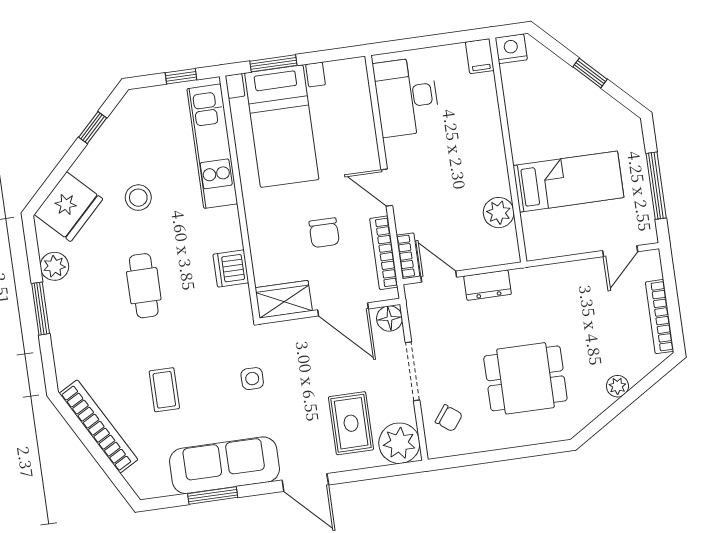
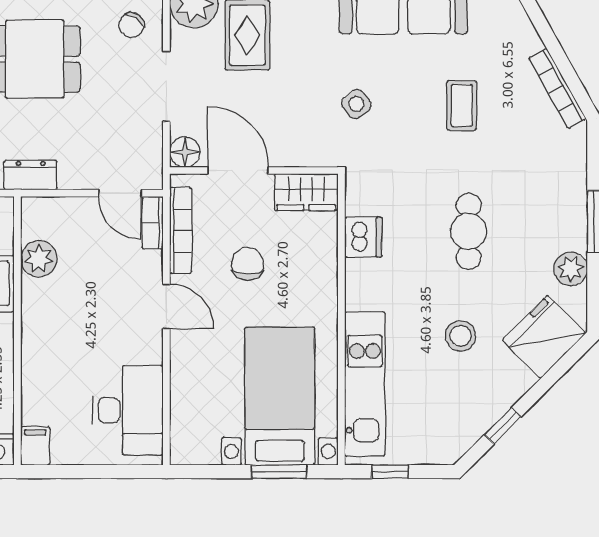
dresser: (488, 285) -> (31, 175), moved
side table: (252, 379) -> (356, 104), turned -37
chair: (449, 418) -> (132, 25), turned -92
bookcase: (99, 426) -> (557, 88), width x0.68, depth x0.76

